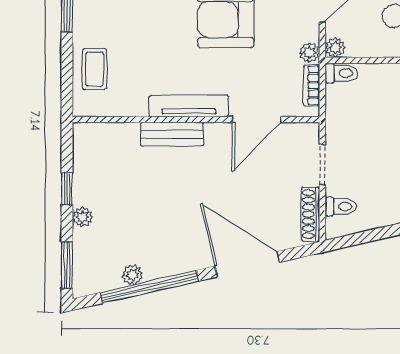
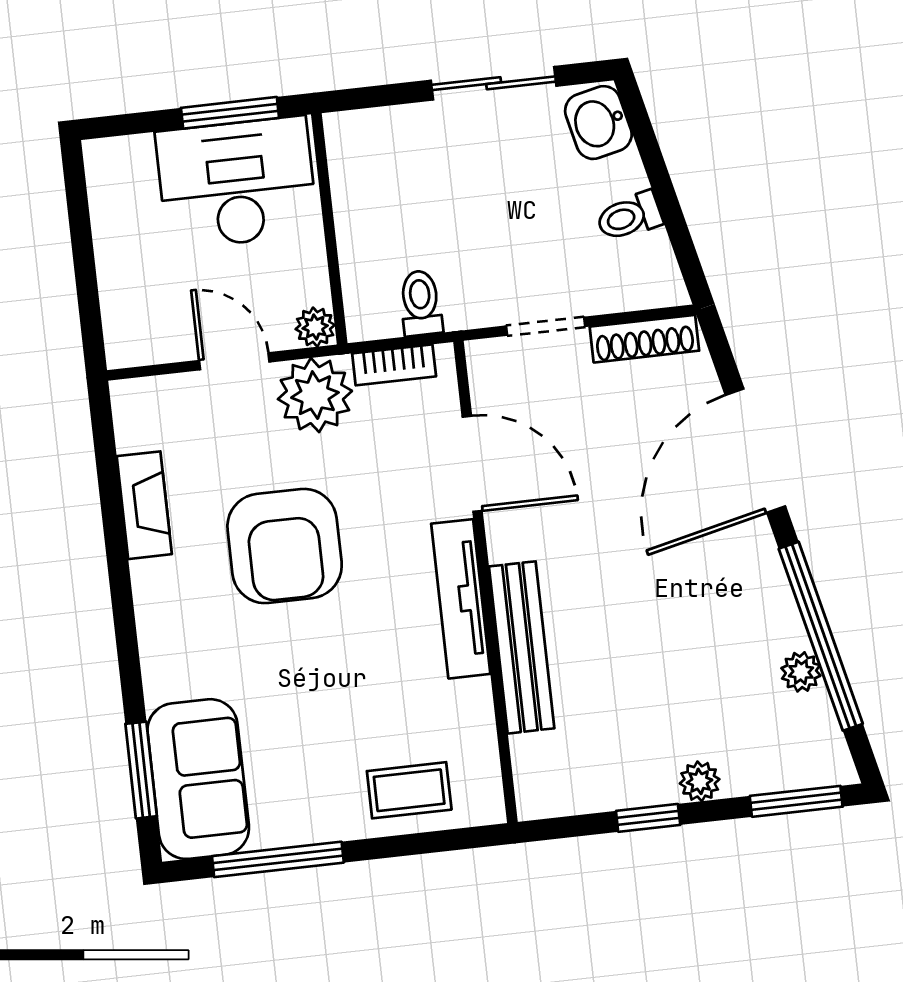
plant: (310, 53) -> (315, 395), width x1.88, depth x1.88
toilet: (341, 73) -> (421, 303), moved
bench: (172, 134) -> (522, 647), width x1.36
toilet: (341, 206) -> (629, 216), moved, turned -103

